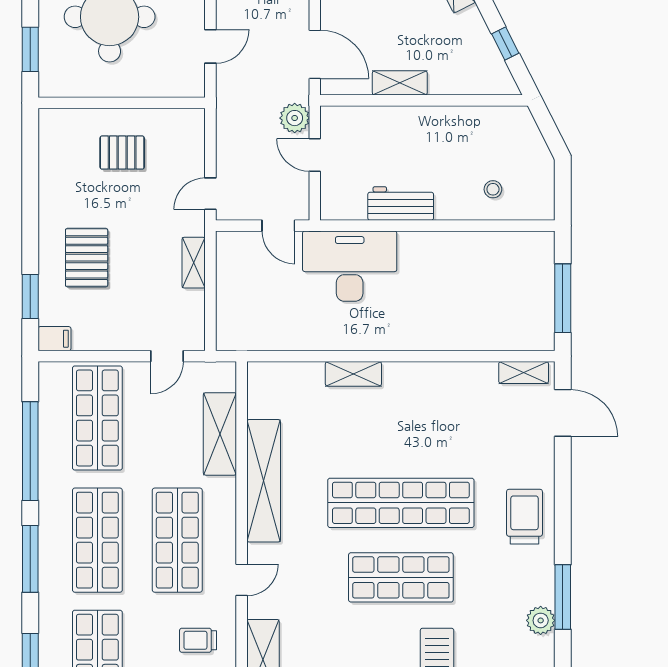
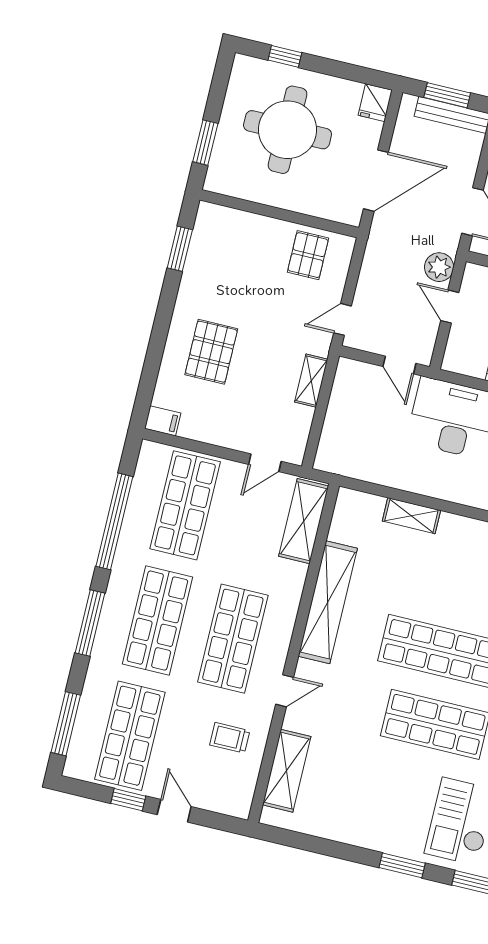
door: (210, 46) -> (376, 181), width x1.87
pallet: (122, 153) -> (308, 255), moved, turned 90
window: (30, 297) -> (180, 249), moved
shelving: (353, 374) -> (411, 516), moved
shelving: (220, 434) -> (304, 521), moved

